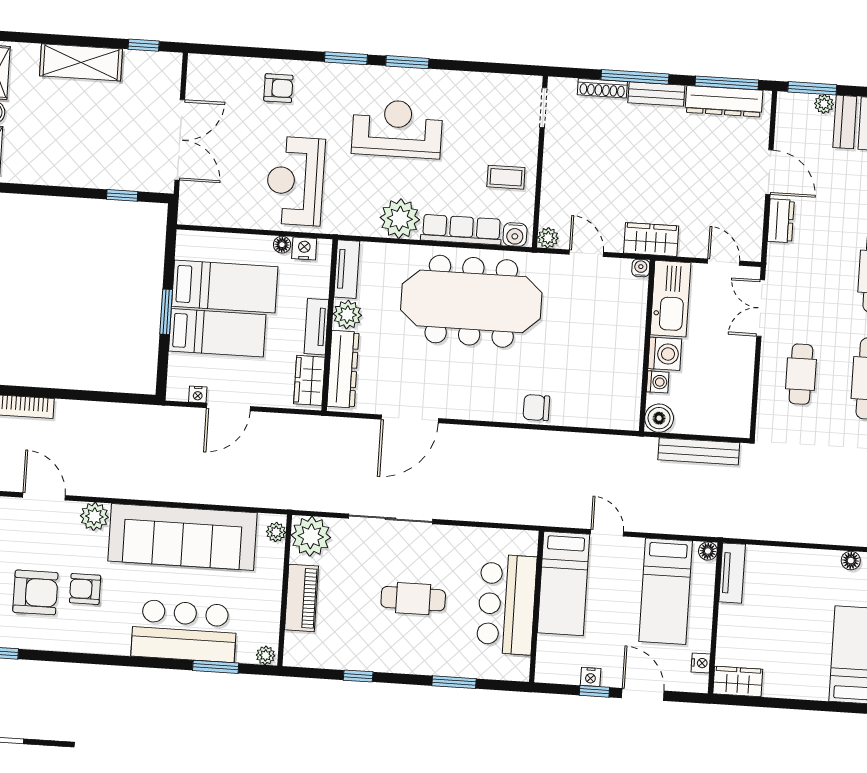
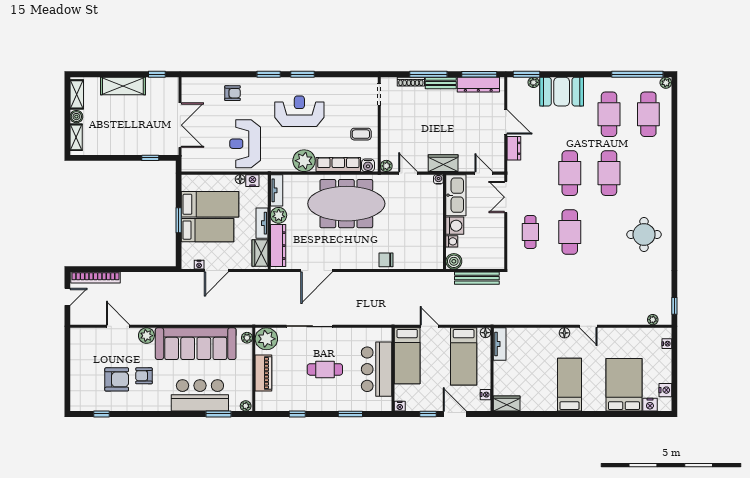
nightstand: (591, 677) -> (400, 406), moved

